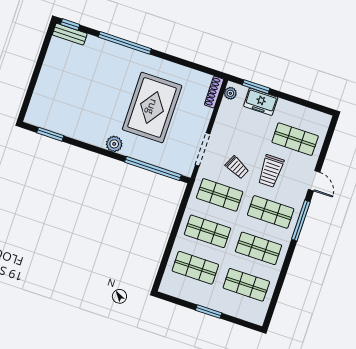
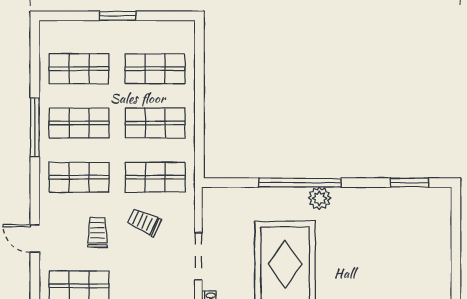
doorway: (203, 149) -> (198, 256), moved
window: (153, 169) -> (300, 183), moved
trolley: (271, 171) -> (97, 232), width x0.73, depth x0.72
window: (301, 221) -> (35, 127), moved

